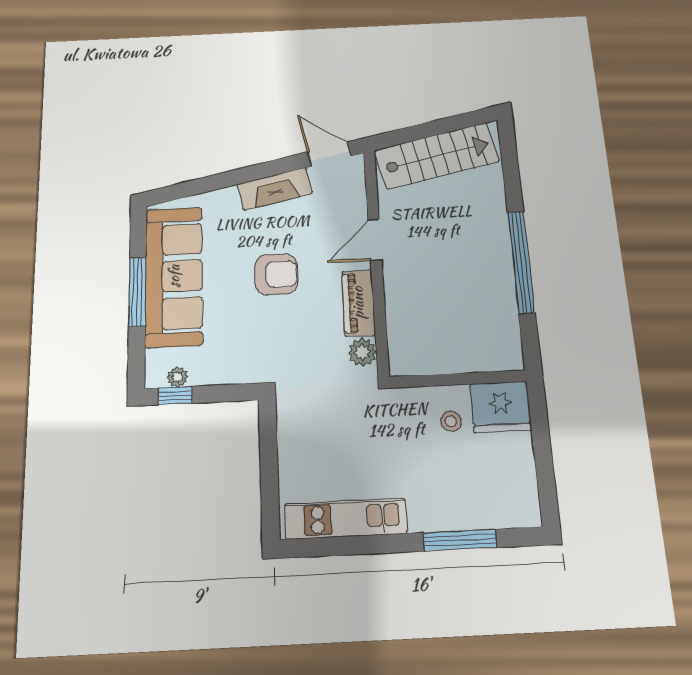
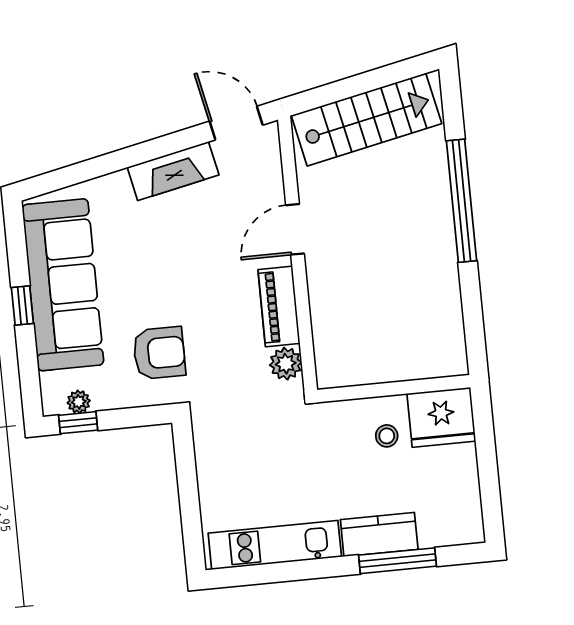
window: (521, 262) -> (461, 201), moved
armchair: (276, 274) -> (159, 353), moved
window: (137, 292) -> (22, 305), width x0.46
kitchen counter: (443, 514) -> (379, 535), added

